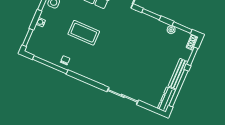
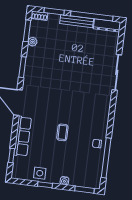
coffee table: (84, 33) -> (62, 132), width x0.54, depth x0.58

